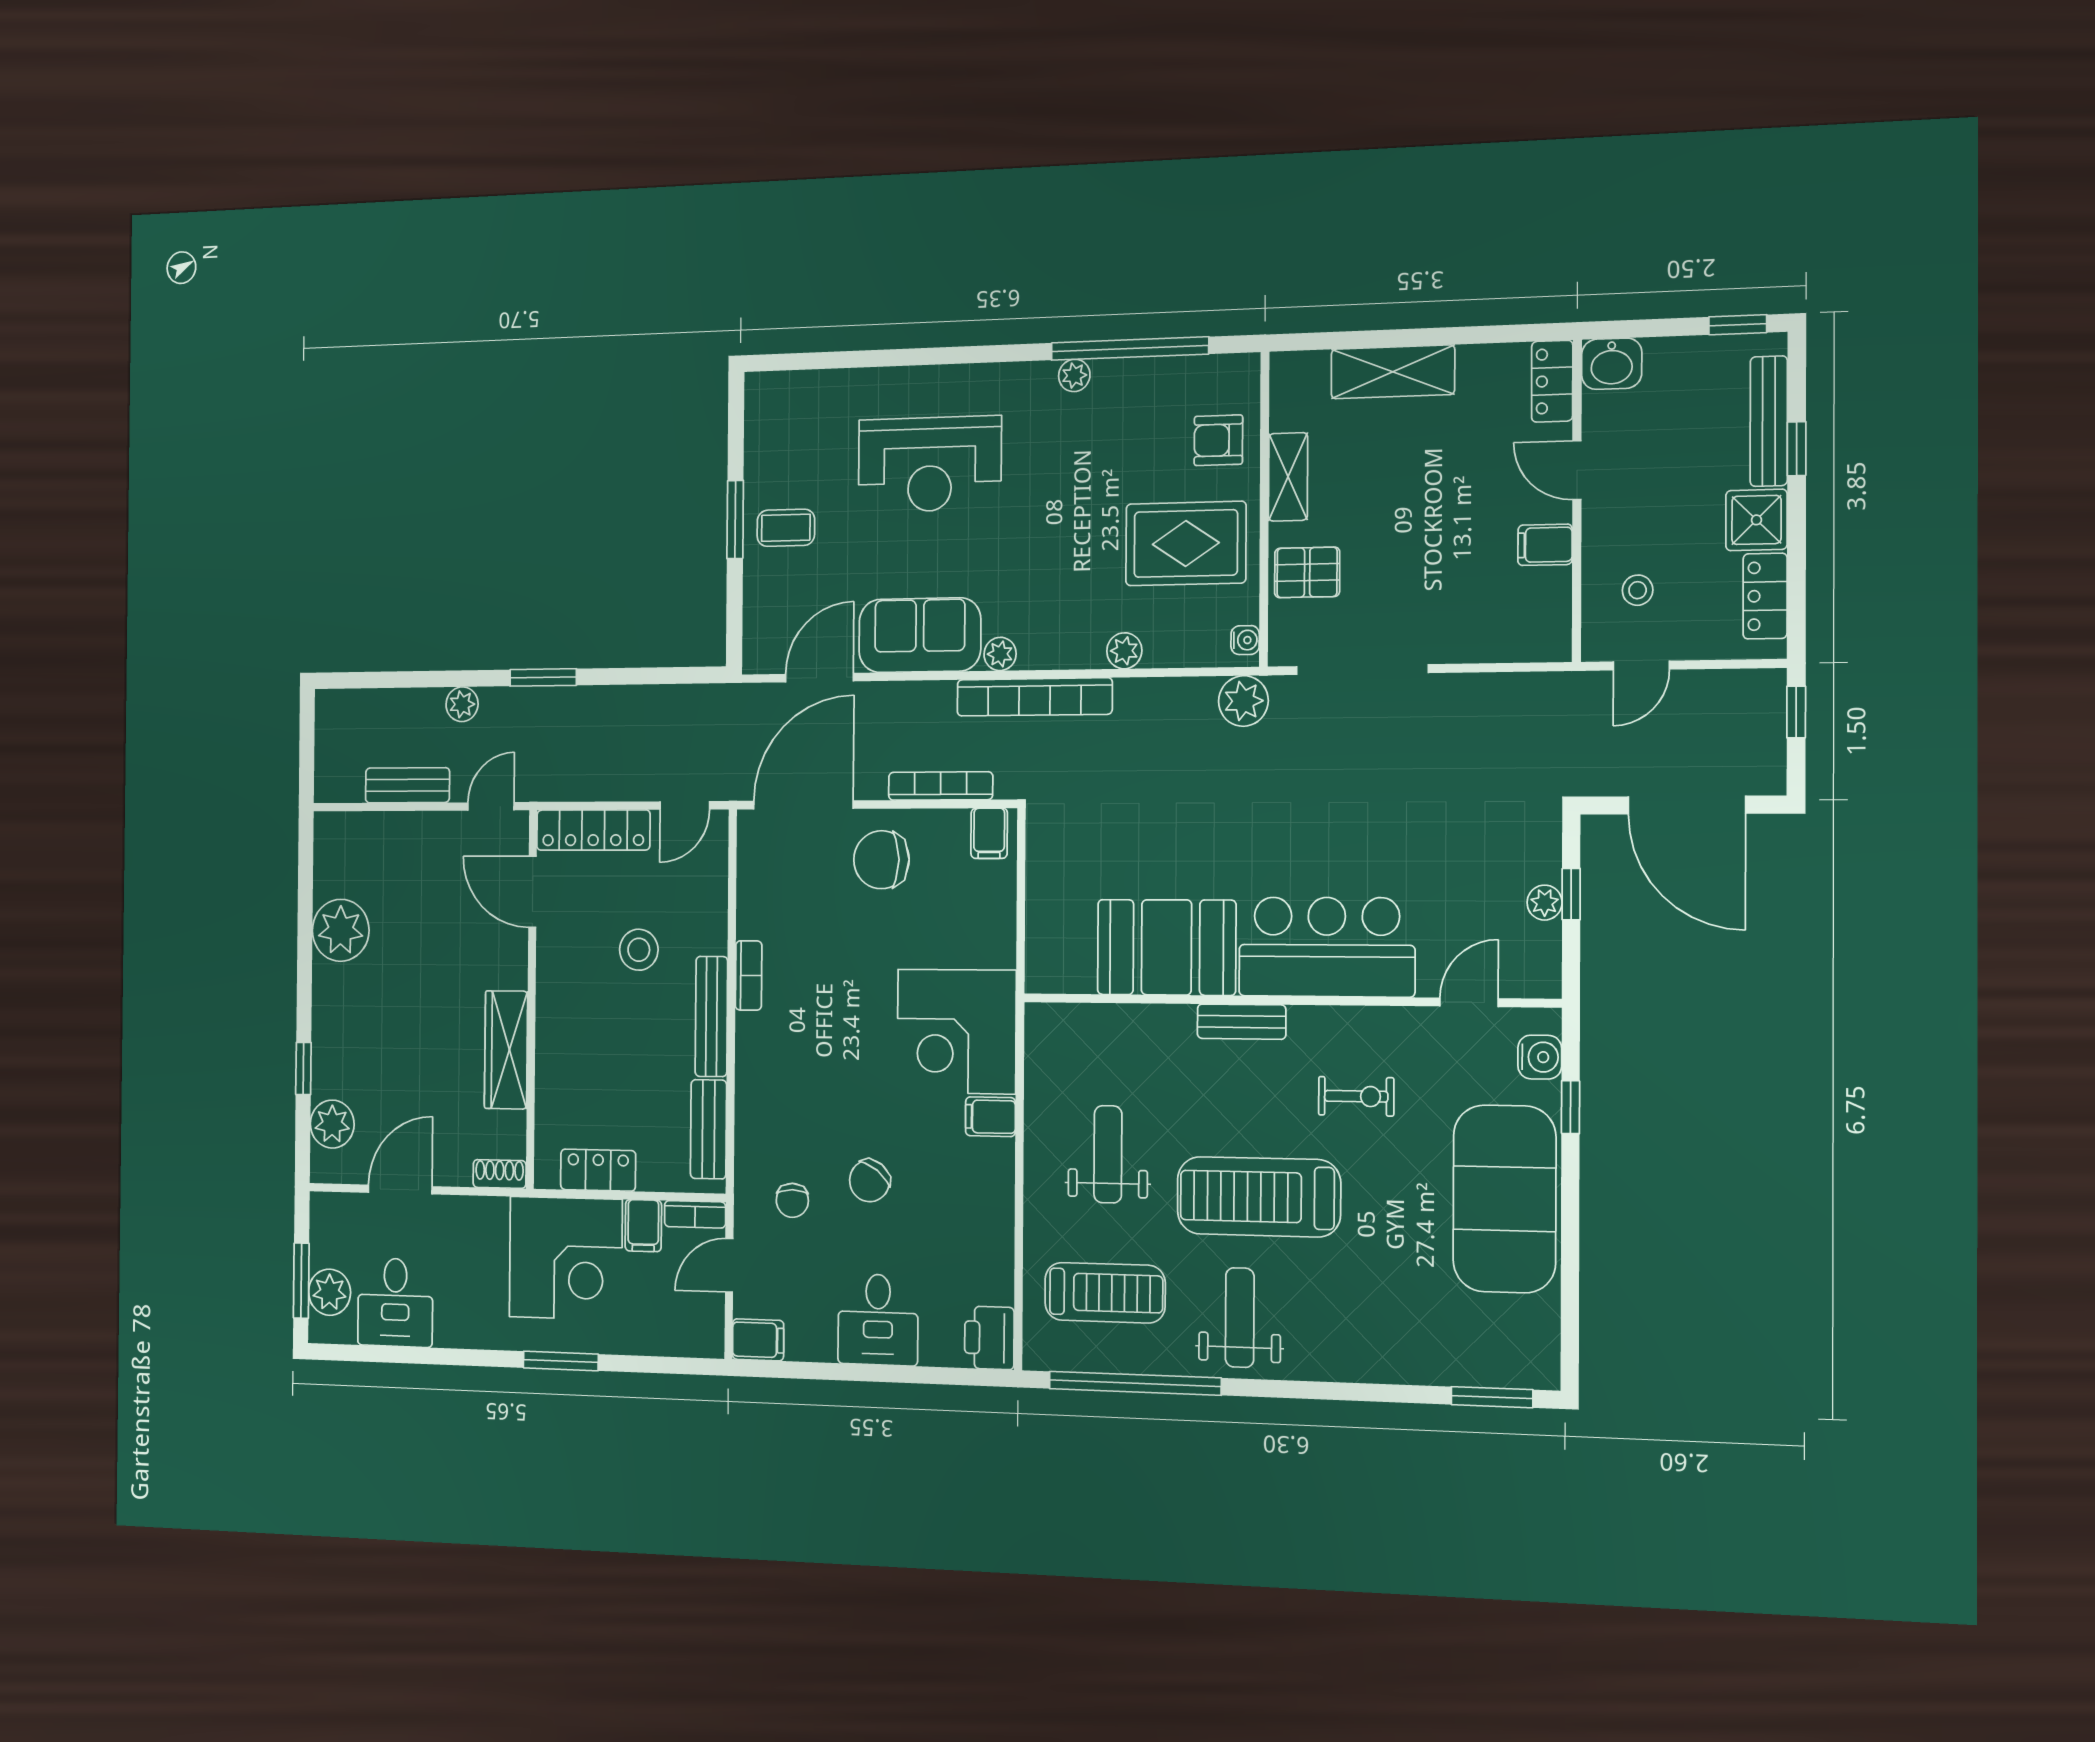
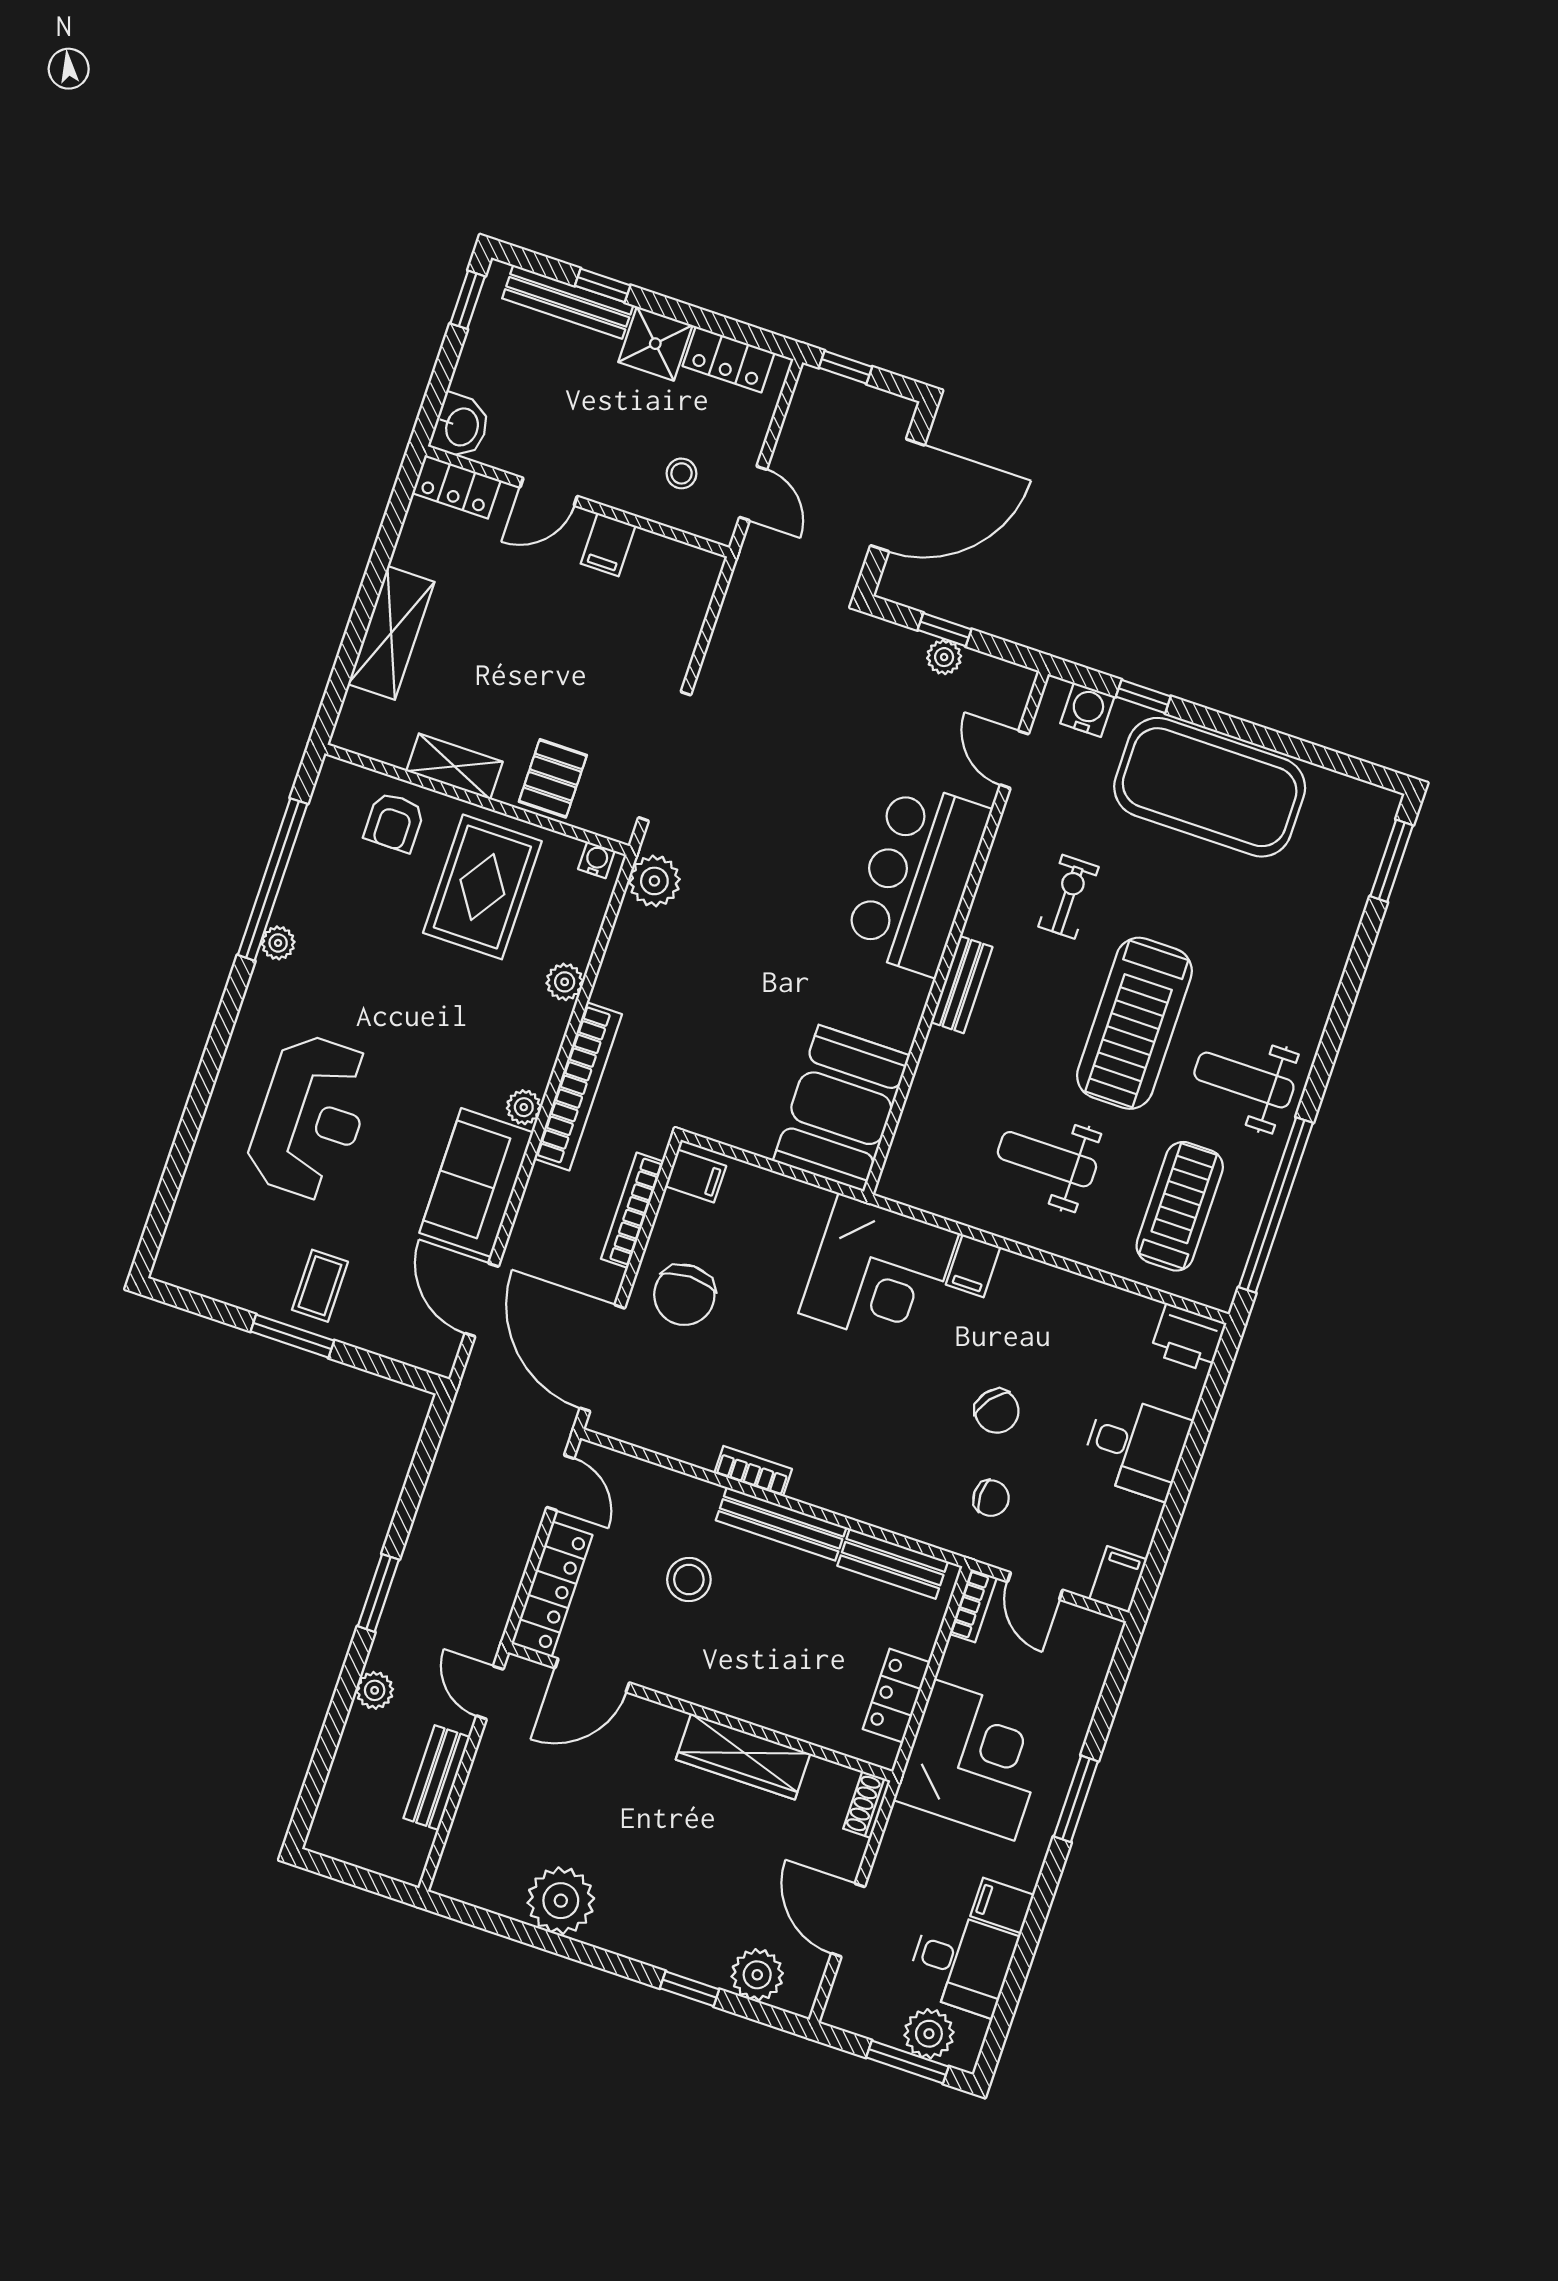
booth: (1166, 947) -> (841, 1108), moved
filing cabinet: (643, 1226) -> (1002, 1905), moved, turned 180

